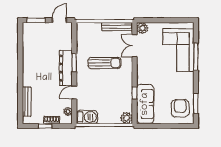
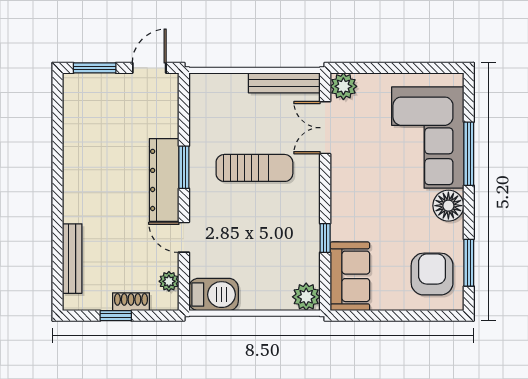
floor lamp: (187, 79) -> (448, 206), added
door: (74, 93) -> (184, 237), hinge flipped
sofa: (145, 104) -> (350, 276), width x0.73

